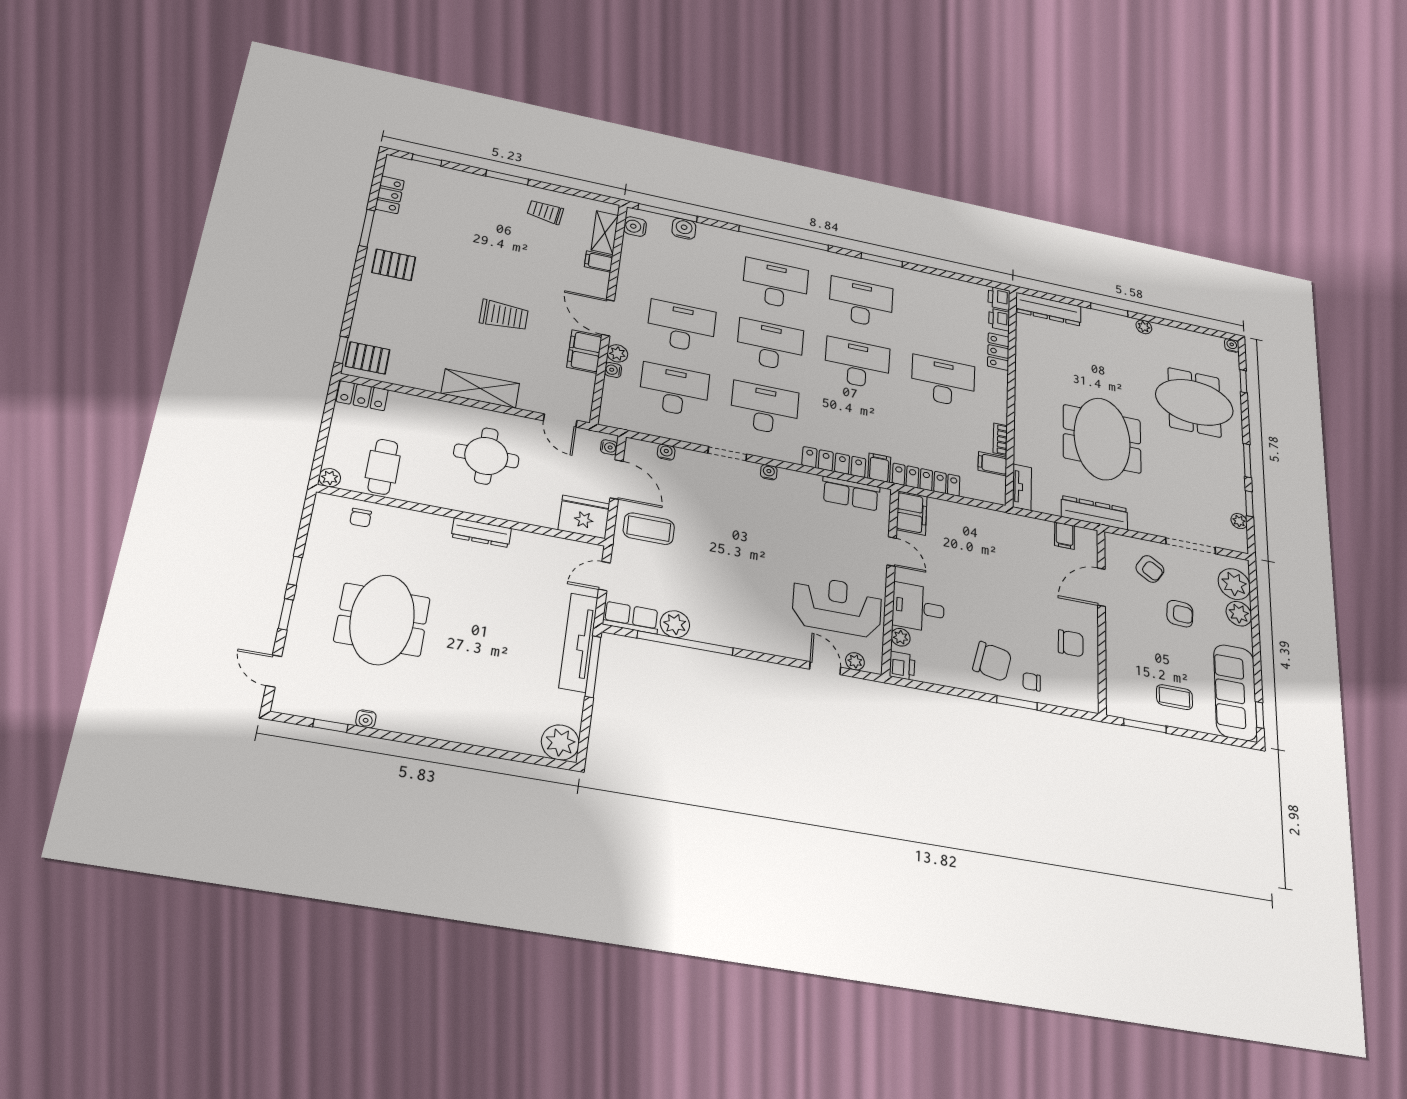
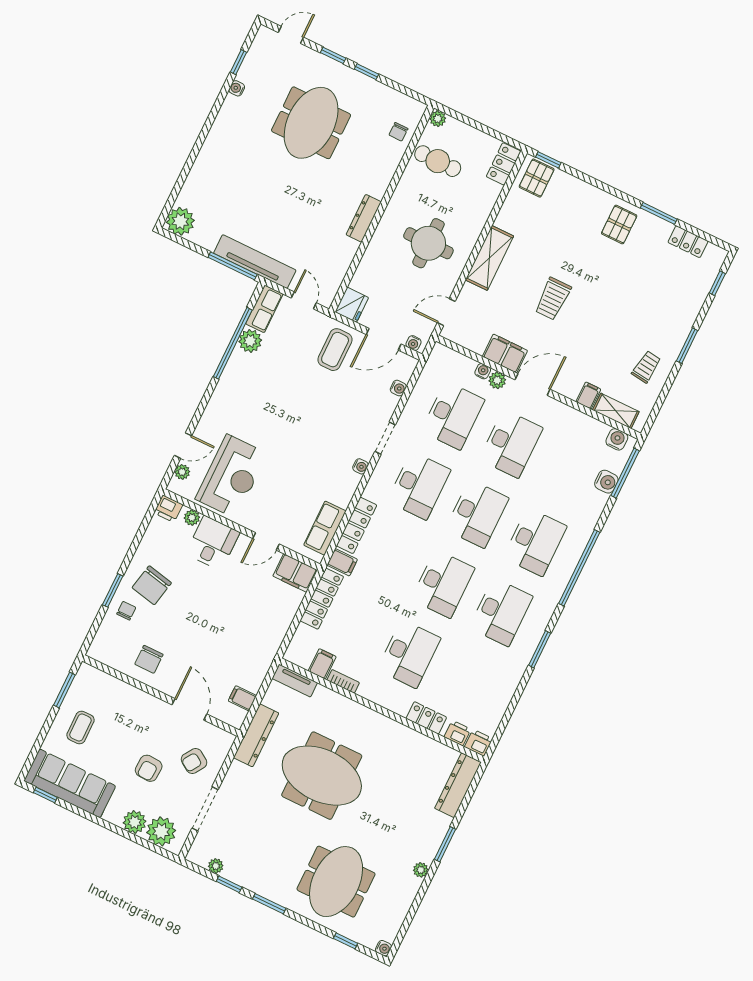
fridge: (584, 517) -> (352, 305), width x0.73, depth x0.75
chair: (361, 518) -> (398, 132), turned -90
meeting table: (382, 620) -> (311, 123), turned 90

